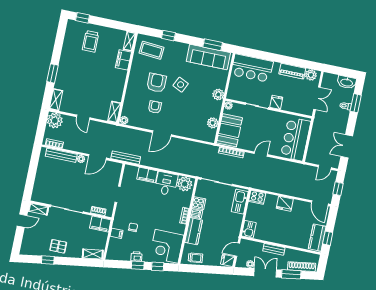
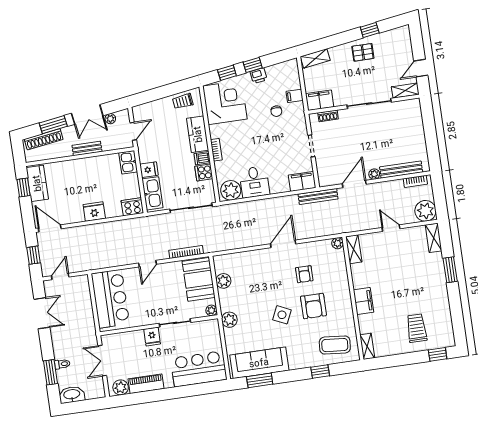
filing cabinet: (123, 60) -> (363, 301), moved
filing cabinet: (147, 175) -> (302, 181), moved
fridge: (228, 260) -> (149, 170), moved

